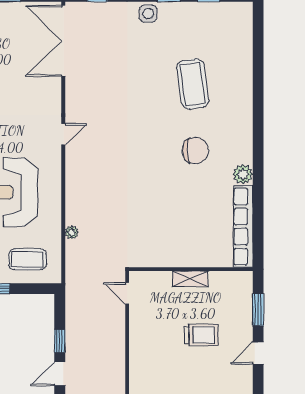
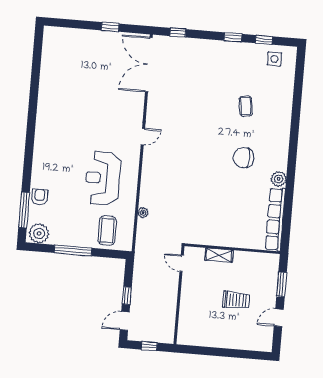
side table: (148, 14) -> (275, 59), moved
coffee table: (193, 84) -> (246, 106), width x0.54, depth x0.58
chair: (195, 150) -> (244, 158), turned 180
coffee table: (28, 259) -> (107, 231), turned 90
shelving: (190, 279) -> (219, 255), moved

